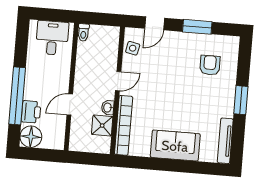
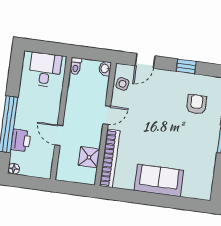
window: (197, 27) -> (186, 66), width x0.67
door: (70, 105) -> (59, 135), hinge flipped
washbasin: (108, 108) -> (105, 69), moved
floor lamp: (31, 137) -> (14, 169), width x0.53, depth x0.53
tv unit: (225, 141) -> (208, 178), removed

